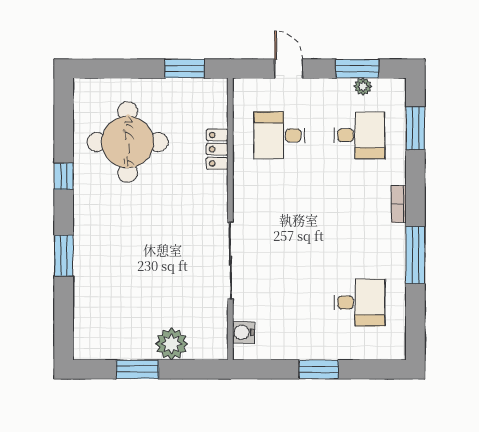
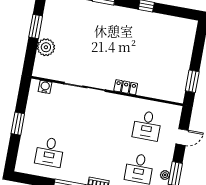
desk: (279, 135) -> (147, 126), turned 180
round table: (128, 142) -> (158, 44), removed
locker: (217, 149) -> (126, 87), moved

